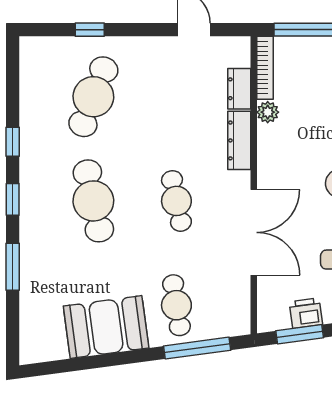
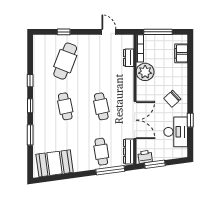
plant: (268, 112) -> (145, 72), width x1.88, depth x1.88
dresser: (239, 140) -> (129, 151), moved
cafe table: (93, 201) -> (65, 106), width x0.73, depth x0.74
printer: (306, 313) -> (145, 157), moved
booth: (106, 327) -> (55, 163), moved

